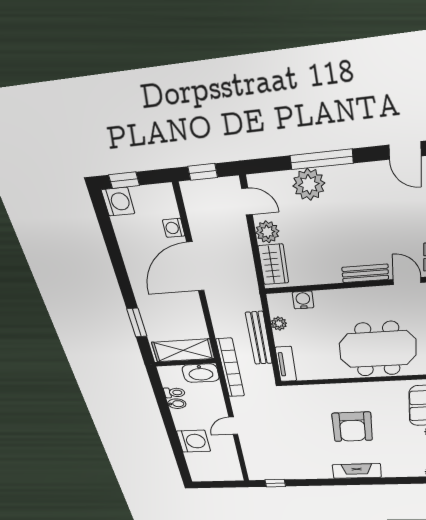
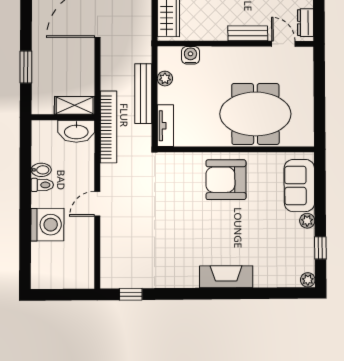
shelving: (183, 350) -> (75, 105), width x0.67, depth x0.75
toilet: (174, 393) -> (42, 185), moved
armchair: (352, 427) -> (226, 180), moved, turned 90

